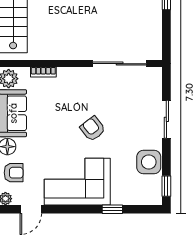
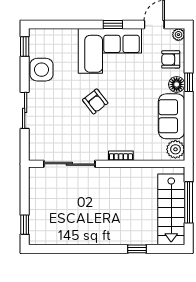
bookcase: (43, 72) -> (121, 156), moved
window: (112, 209) -> (113, 25), moved

